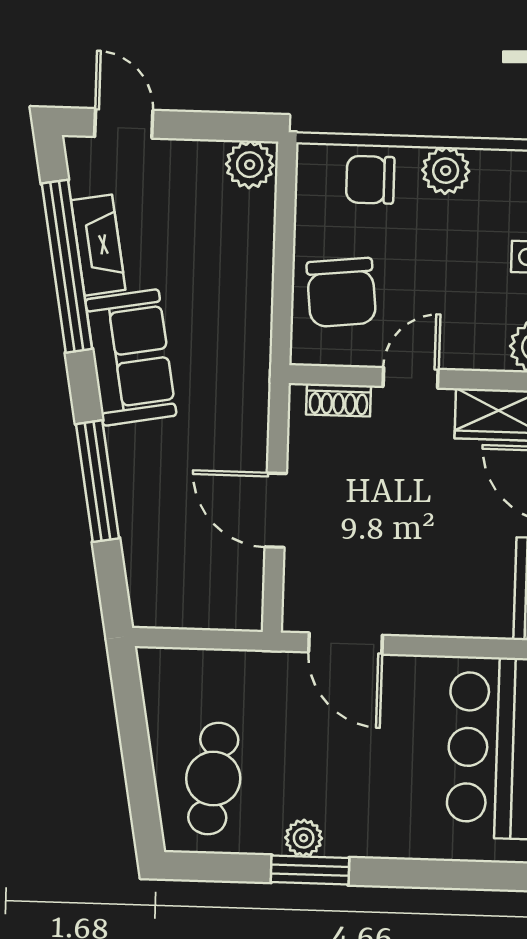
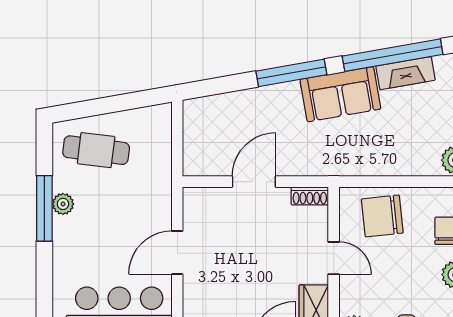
shoe rack: (339, 400) -> (310, 196), moved, turned -90
window: (98, 481) -> (291, 73), moved
door: (345, 644) -> (177, 253), moved
window: (310, 870) -> (44, 208), width x1.44

